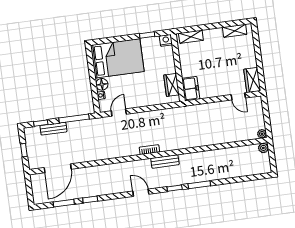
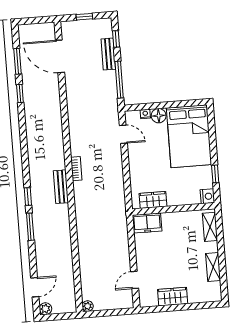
shelving: (235, 31) -> (213, 267), moved
wardrobe: (252, 80) -> (173, 297), moved
plant: (263, 148) -> (45, 309), moved
door: (141, 193) -> (35, 287), moved

